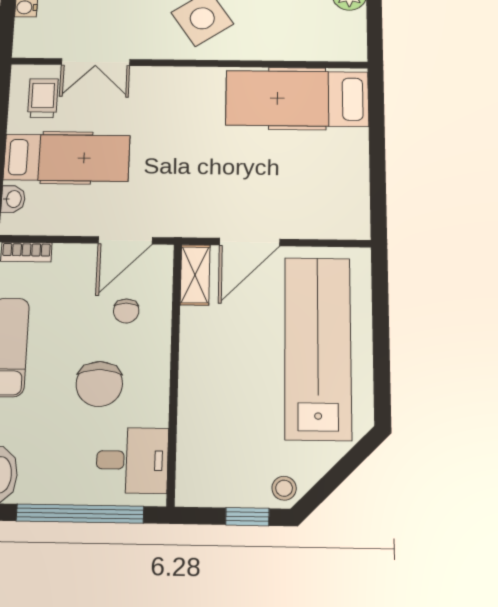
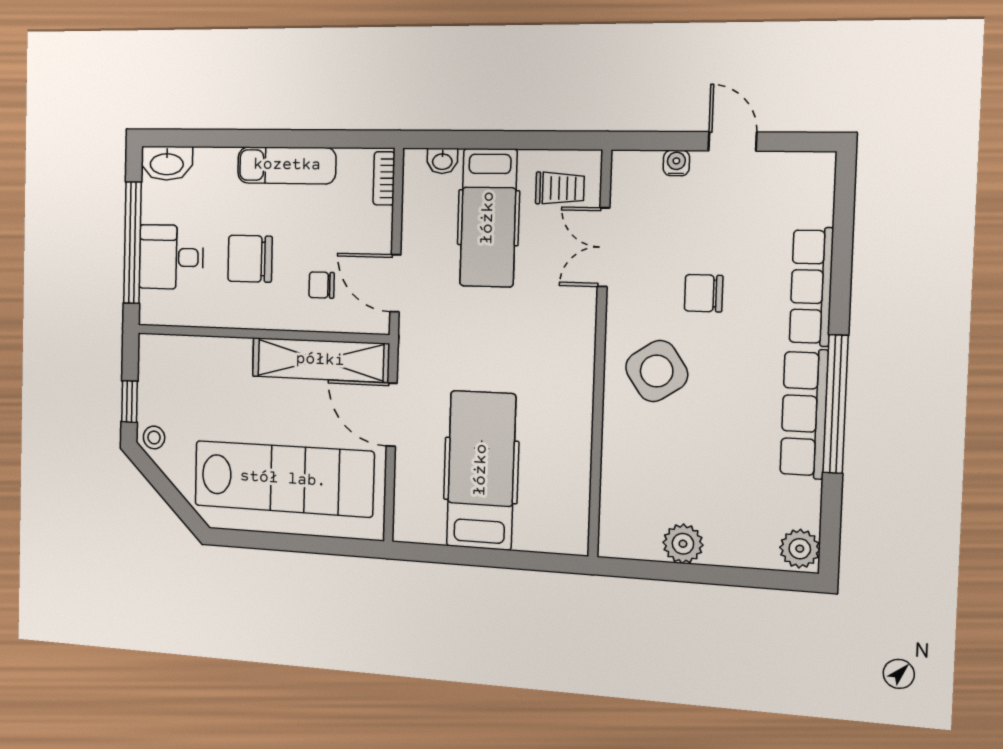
hospital bed: (297, 99) -> (481, 470), moved
shelving: (195, 275) -> (320, 360), width x2.20, depth x1.33
desk: (132, 460) -> (171, 257), moved, turned 90

